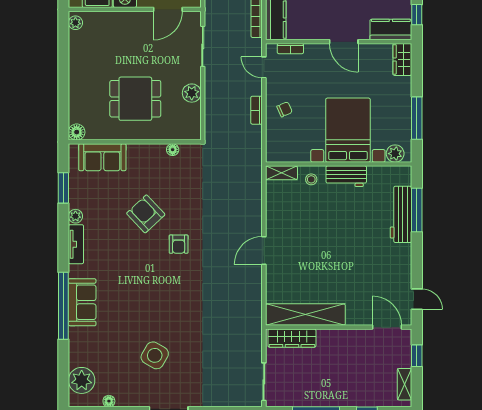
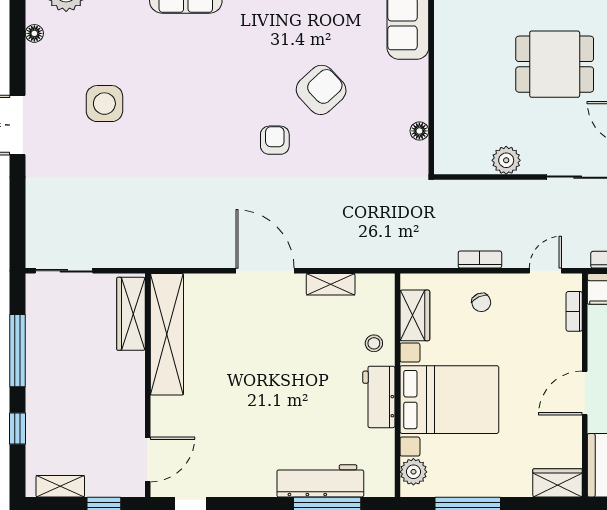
dining table: (135, 99) -> (555, 64), moved, turned 90
wardrobe: (293, 153) -> (415, 315), added
shelving: (281, 173) -> (331, 284), moved, turned 90
armchair: (179, 244) -> (275, 140), turned 90
door: (264, 250) -> (265, 271), width x1.36
side table: (155, 355) -> (104, 104), turned -30

